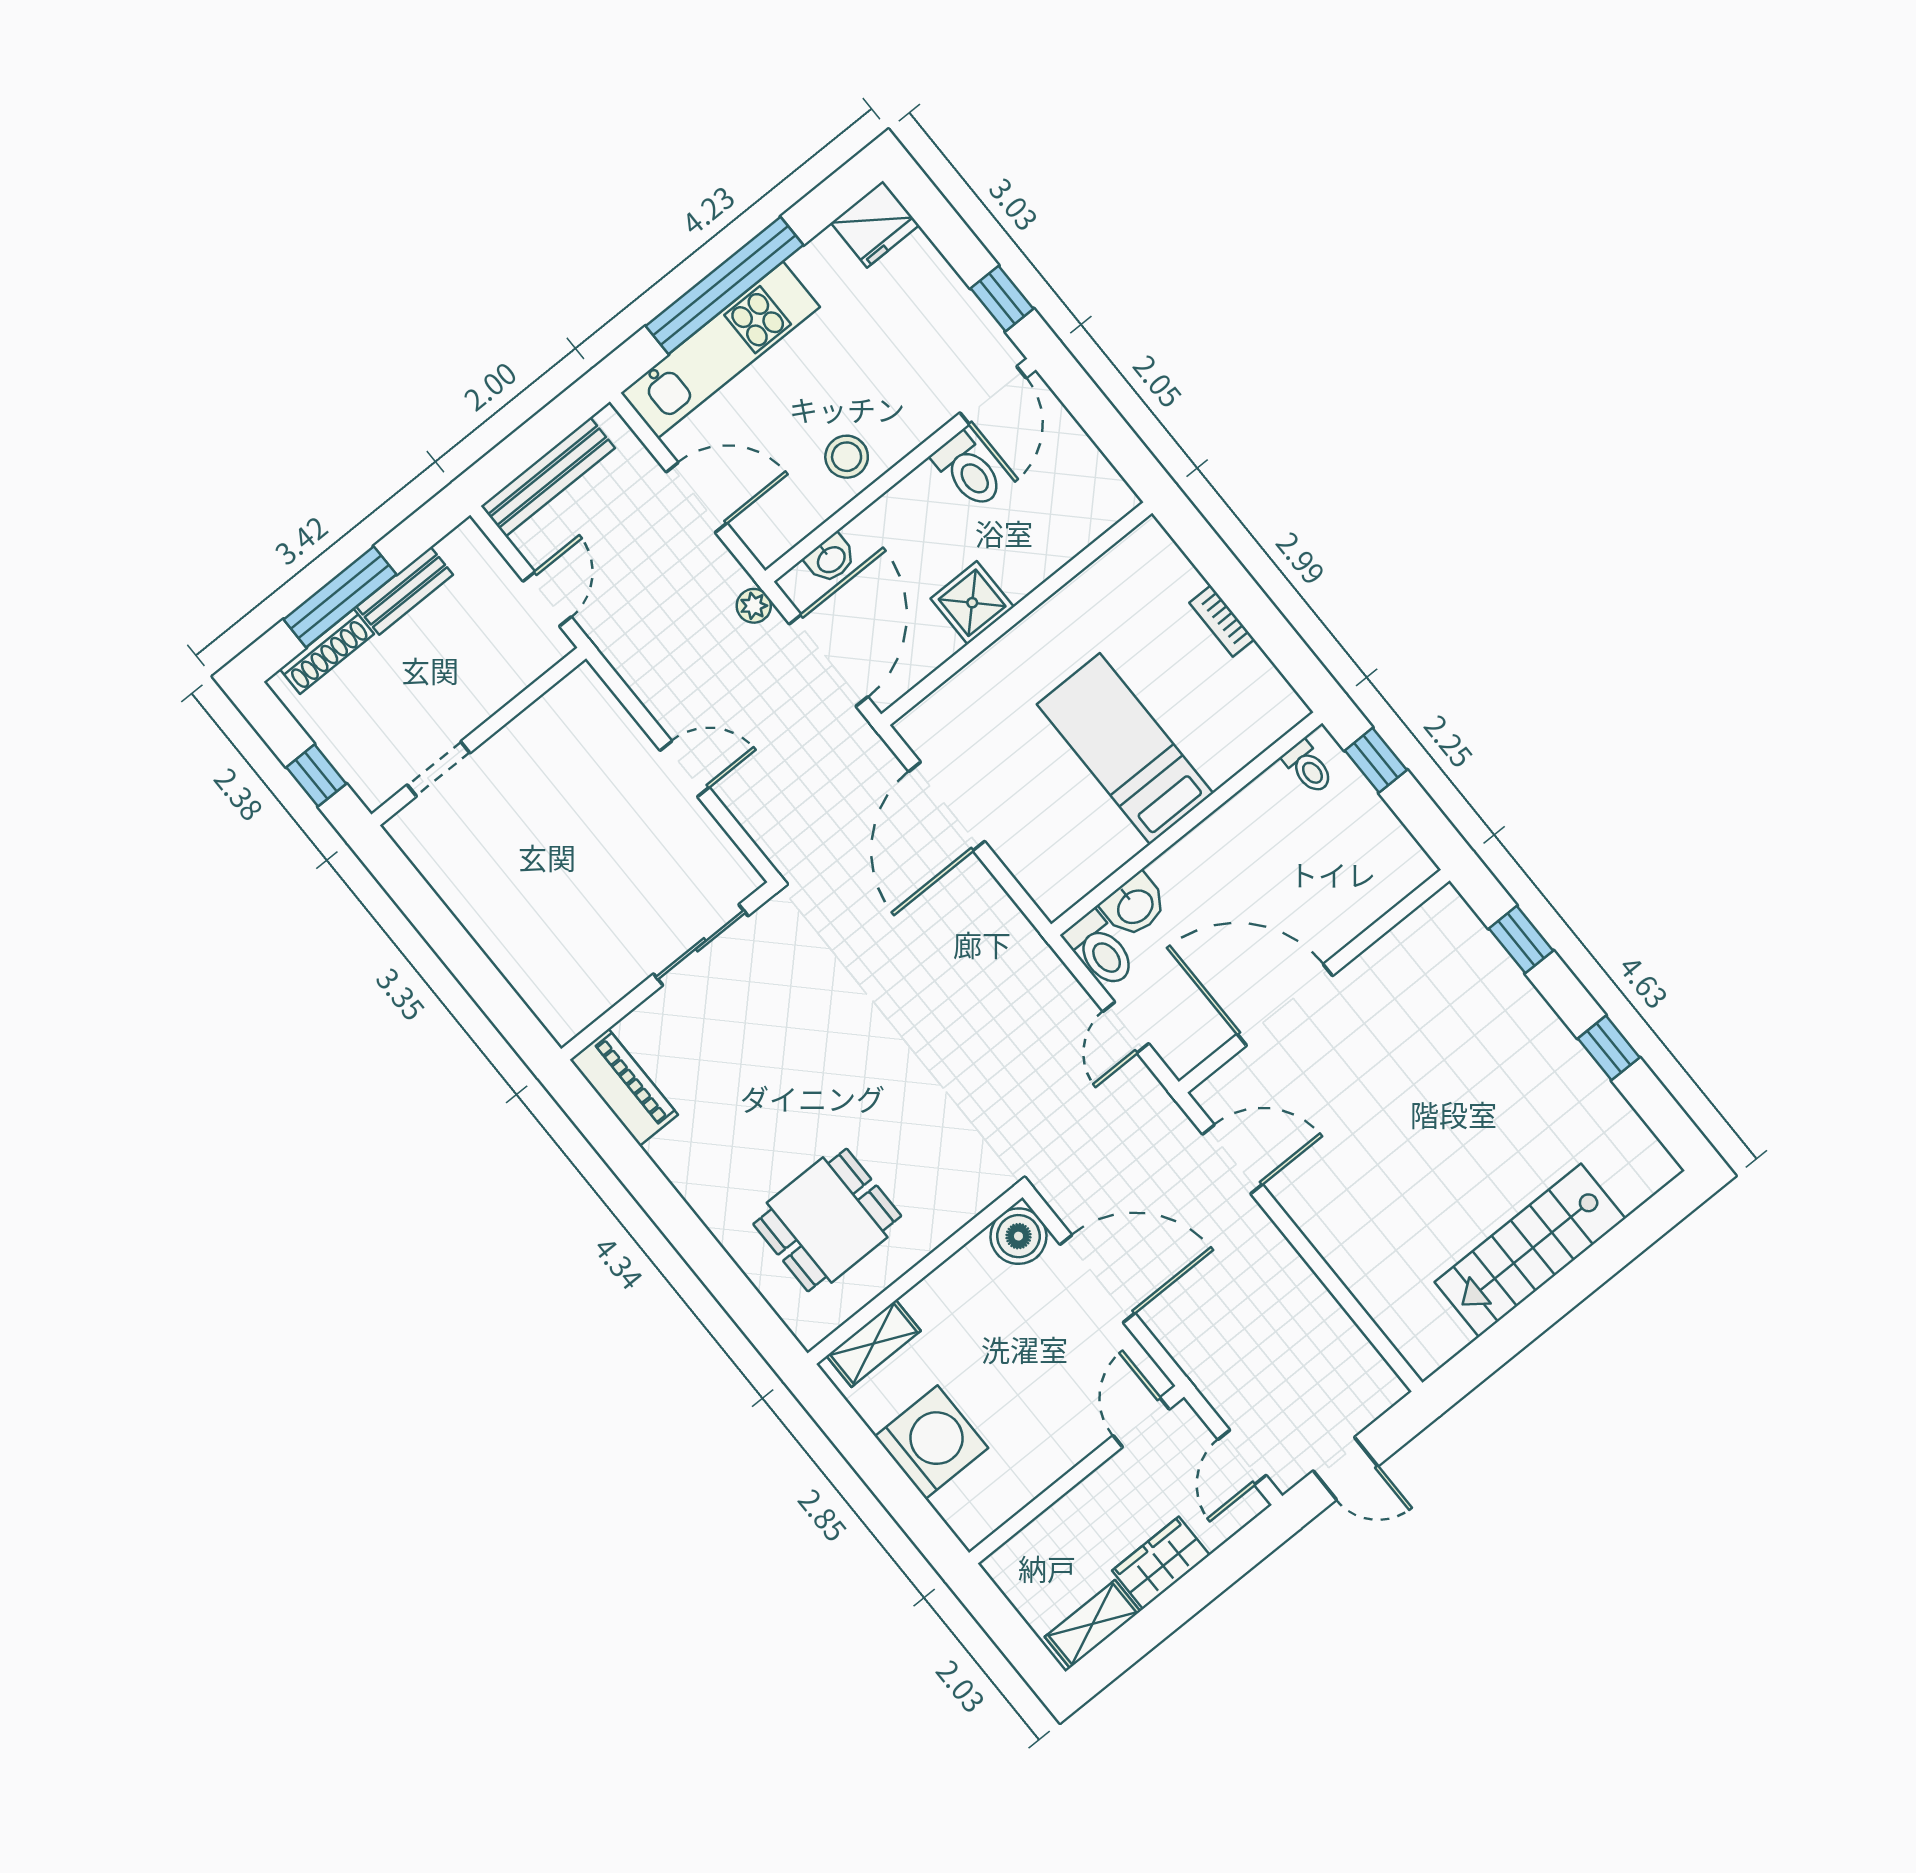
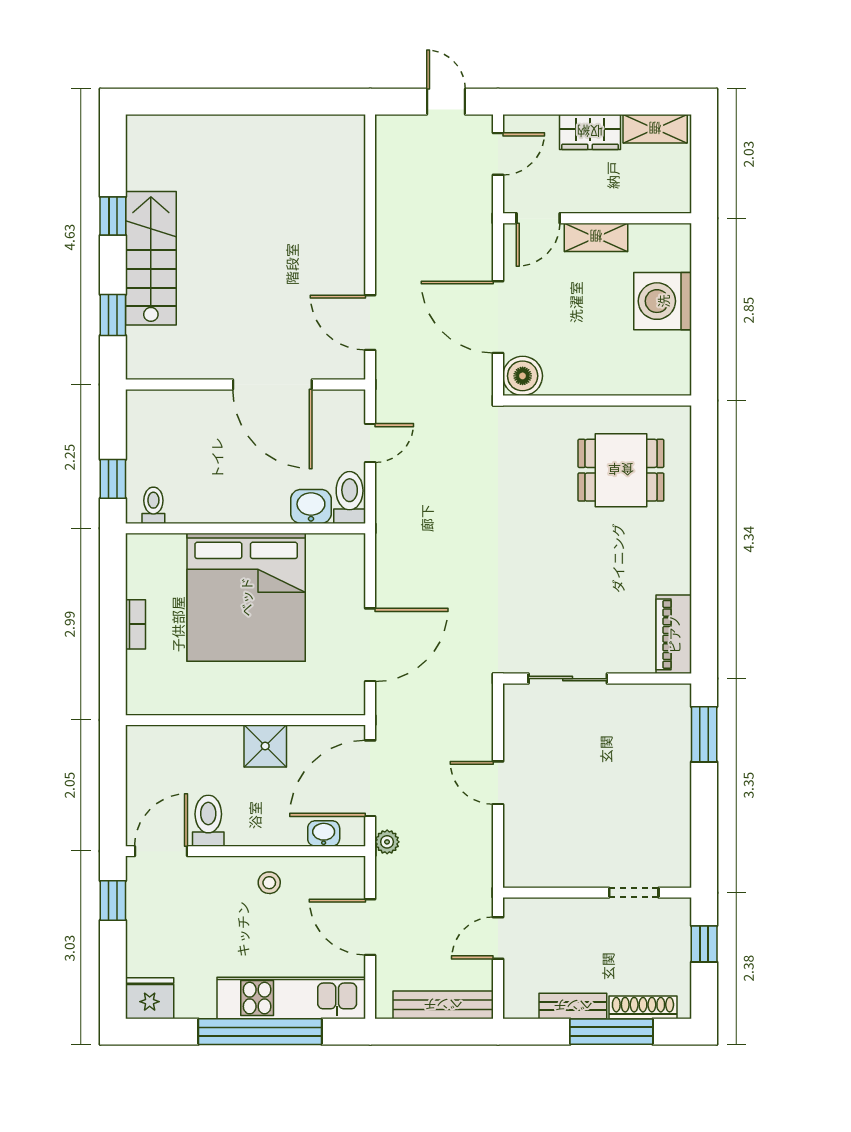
stool: (847, 457) -> (269, 883), width x0.73, depth x0.73
bed: (1125, 749) -> (246, 597), width x2.04
window: (502, 1005) -> (704, 734), added
stairs: (1530, 1250) -> (151, 258), moved, turned -90
shelving: (874, 1343) -> (596, 237), moved

